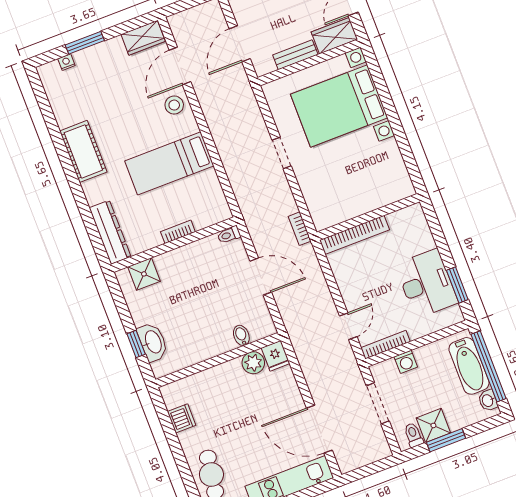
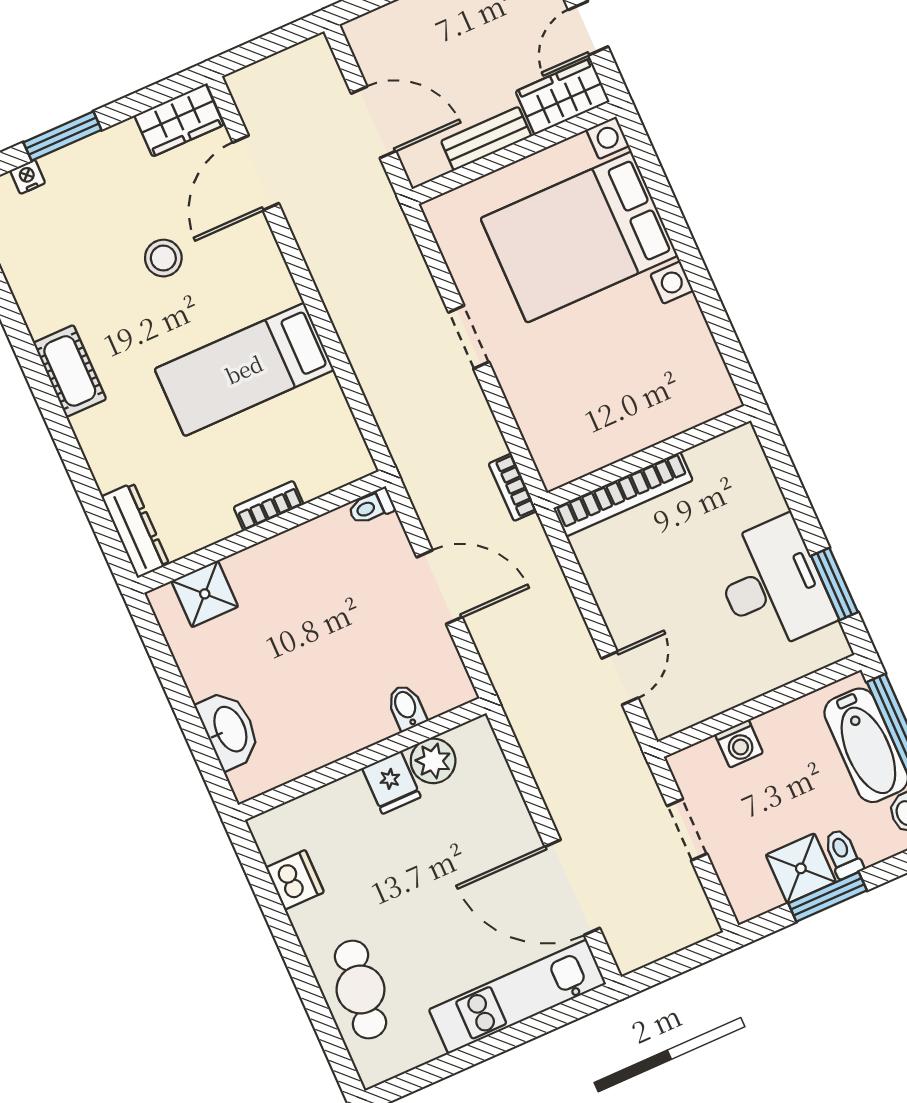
door: (240, 44) -> (374, 122), swing flipped
stool: (174, 105) -> (163, 258), moved
cot: (83, 151) -> (70, 371), width x0.73, depth x0.75
dresser: (110, 232) -> (135, 530), width x0.73, depth x0.80
window: (136, 344) -> (196, 735), removed
bookcase: (386, 345) -> (697, 711), removed
fridge: (276, 356) -> (392, 783), moved
doorway: (378, 403) -> (687, 830), width x0.73
toilet: (413, 435) -> (843, 854), moved

